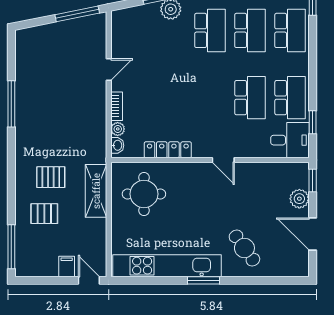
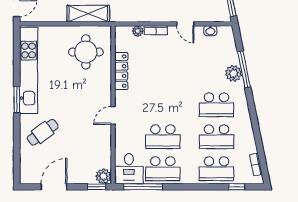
window: (313, 122) -> (143, 187), width x2.17
washbasin: (117, 145) -> (210, 31), moved
plant: (299, 199) -> (103, 176), moved

